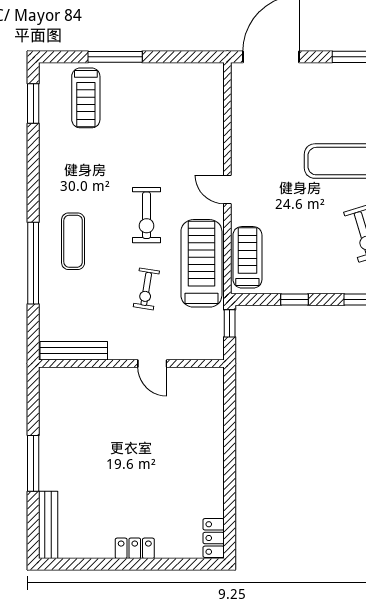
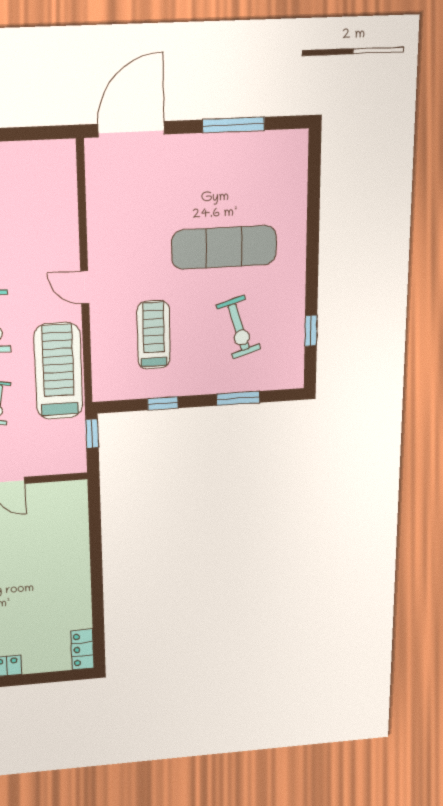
treadmill: (247, 257) -> (154, 335), moved

